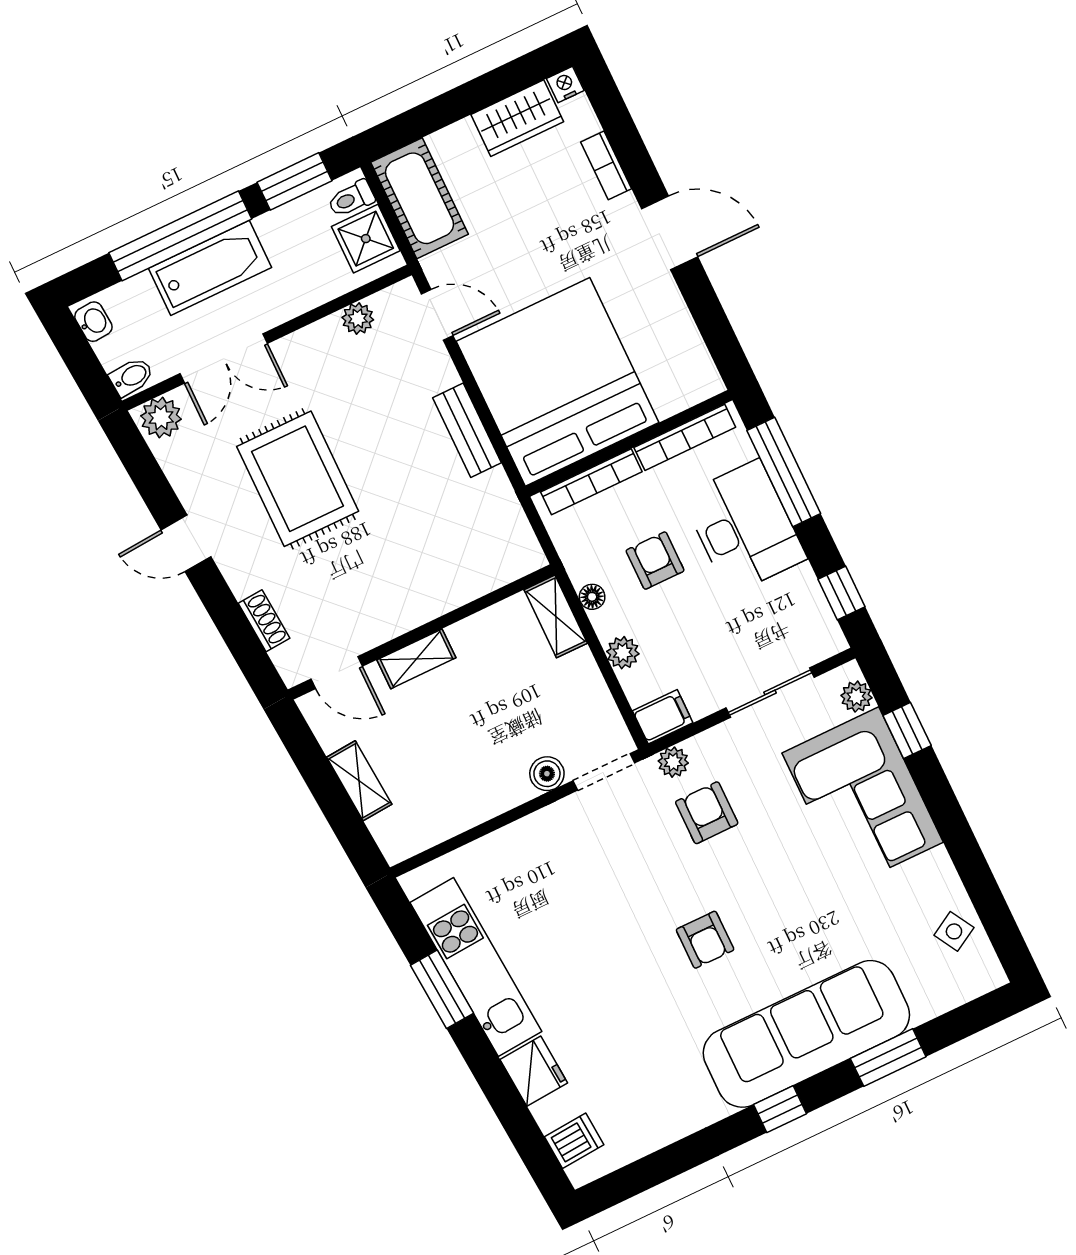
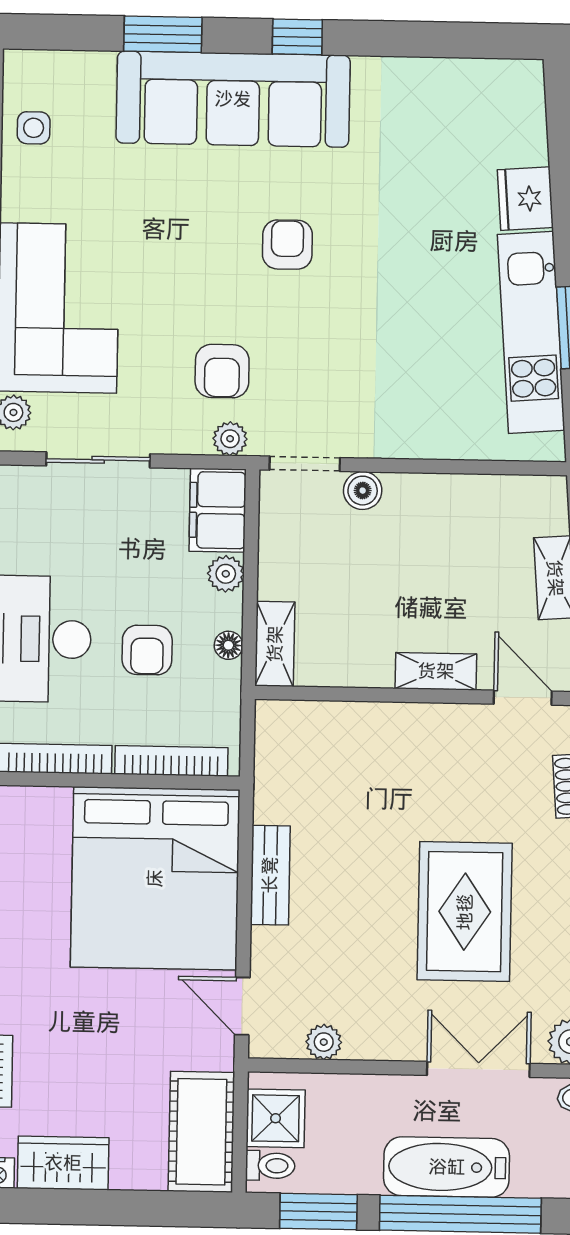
filing cabinet: (663, 717) -> (218, 510), width x2.00
side table: (954, 931) -> (34, 128), turned 30
dishwasher: (574, 1141) -> (520, 109), removed

